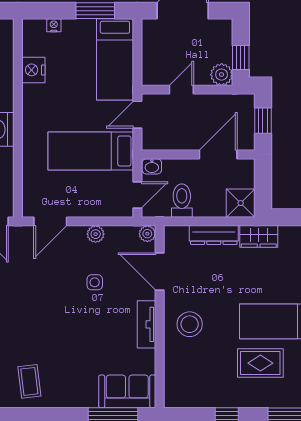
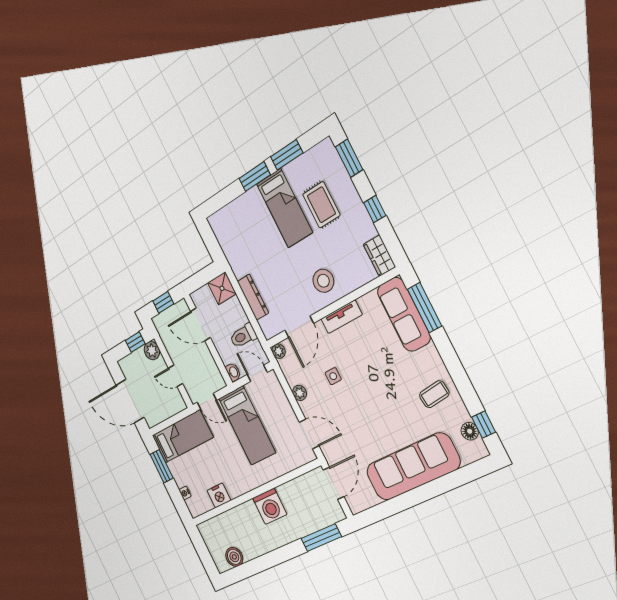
wardrobe: (259, 236) -> (379, 256), moved, turned 180
sofa: (127, 391) -> (404, 314), width x1.36

